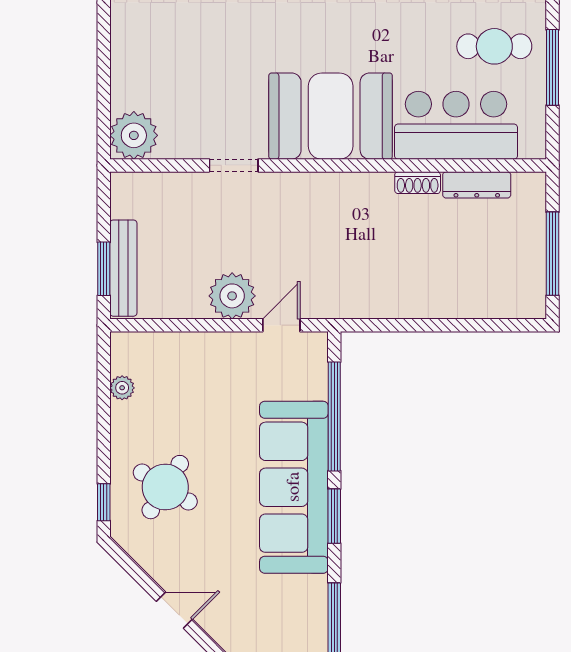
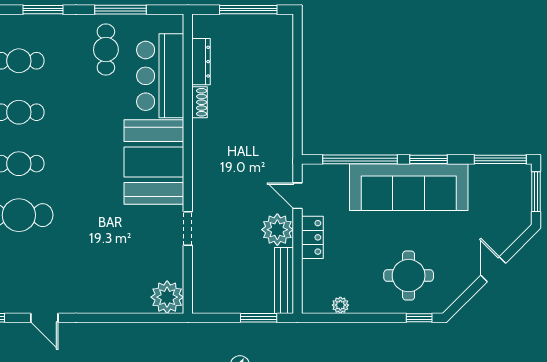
bench: (123, 268) -> (284, 280), moved, turned 90
locker: (221, 347) -> (312, 237), added
round table: (165, 487) -> (409, 276), turned -32

